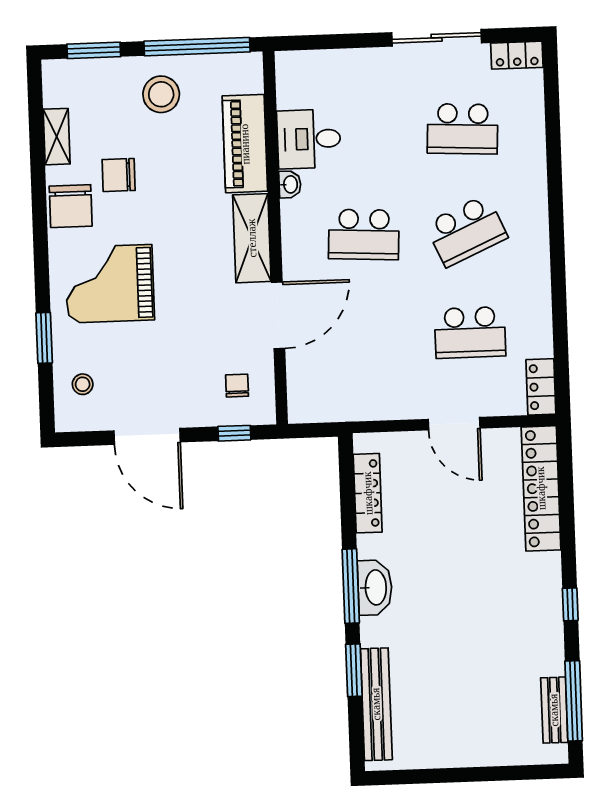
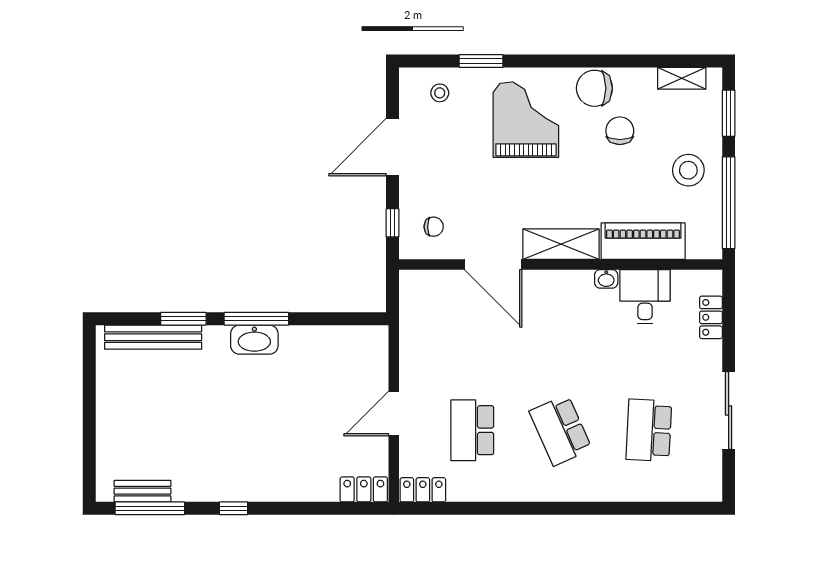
locker: (517, 55) -> (711, 317), moved
shelving: (57, 137) -> (682, 78), moved
school desk: (364, 234) -> (561, 341), removed
locker: (541, 488) -> (364, 489), width x0.46, depth x0.83
locker: (368, 493) -> (336, 336), removed

